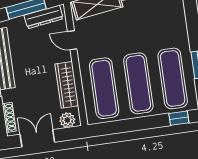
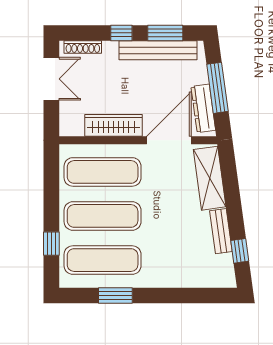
door: (72, 40) -> (169, 140), width x1.87
window: (179, 118) -> (51, 244), moved
plant: (67, 120) -> (69, 120), removed

